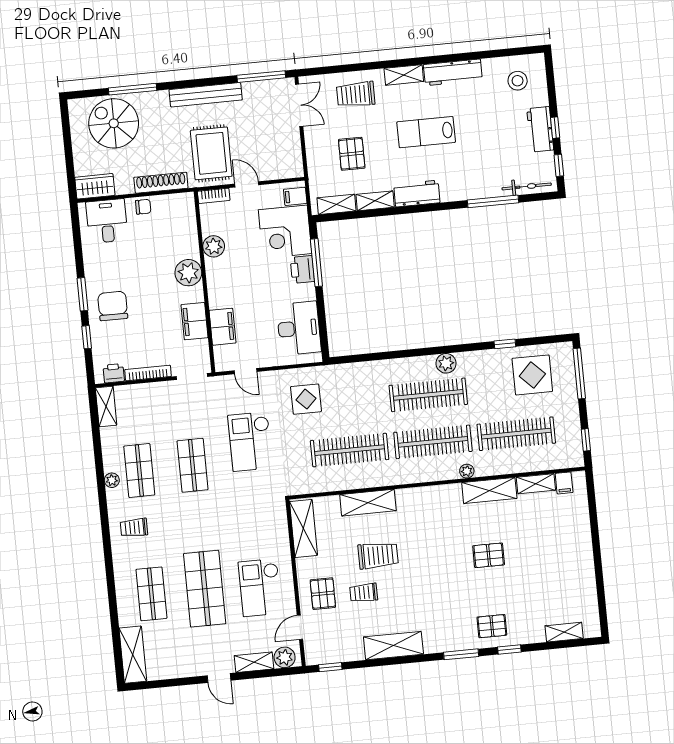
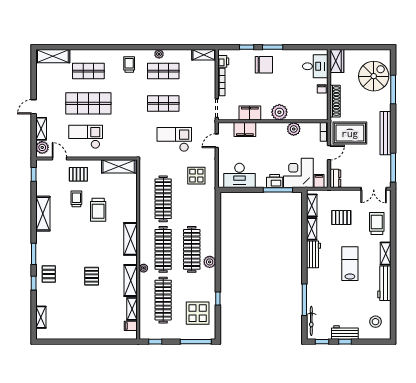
dresser: (288, 170) -> (335, 178), added
shelving: (368, 503) -> (130, 239), moved

